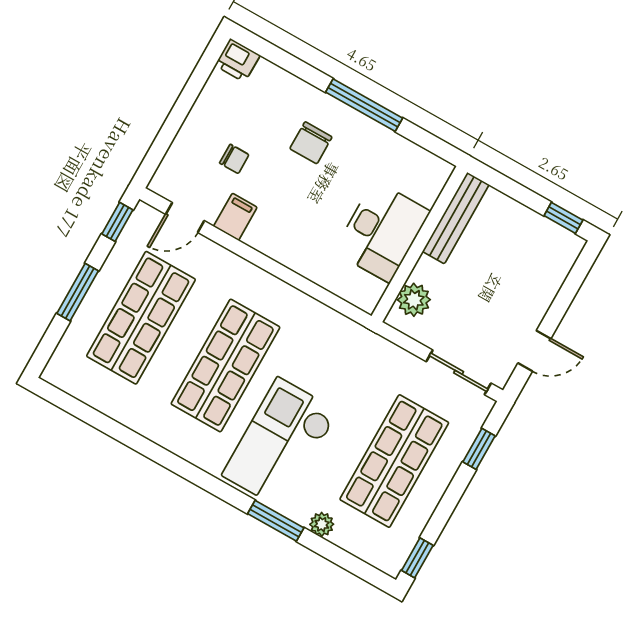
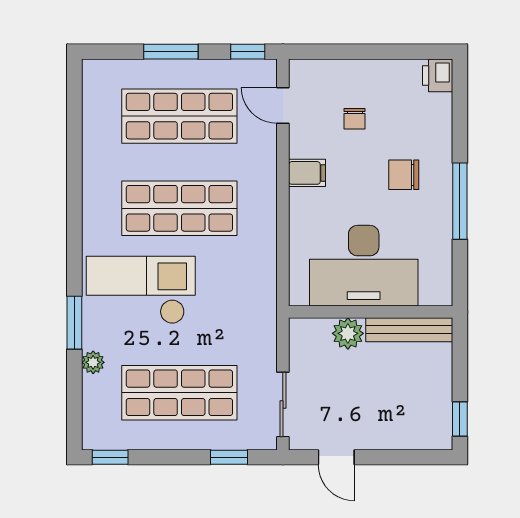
filing cabinet: (235, 217) -> (307, 173), moved
desk: (382, 231) -> (364, 266), width x1.36, depth x1.30
plant: (414, 300) -> (348, 333), moved

